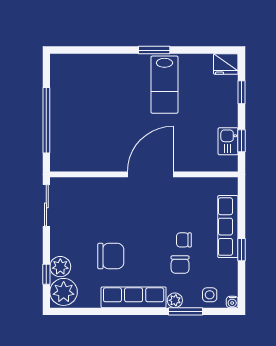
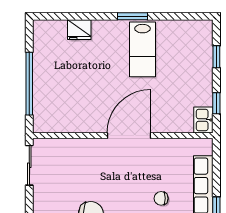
fridge: (226, 64) -> (79, 30), moved
kitchen sink: (228, 141) -> (203, 120), moved

